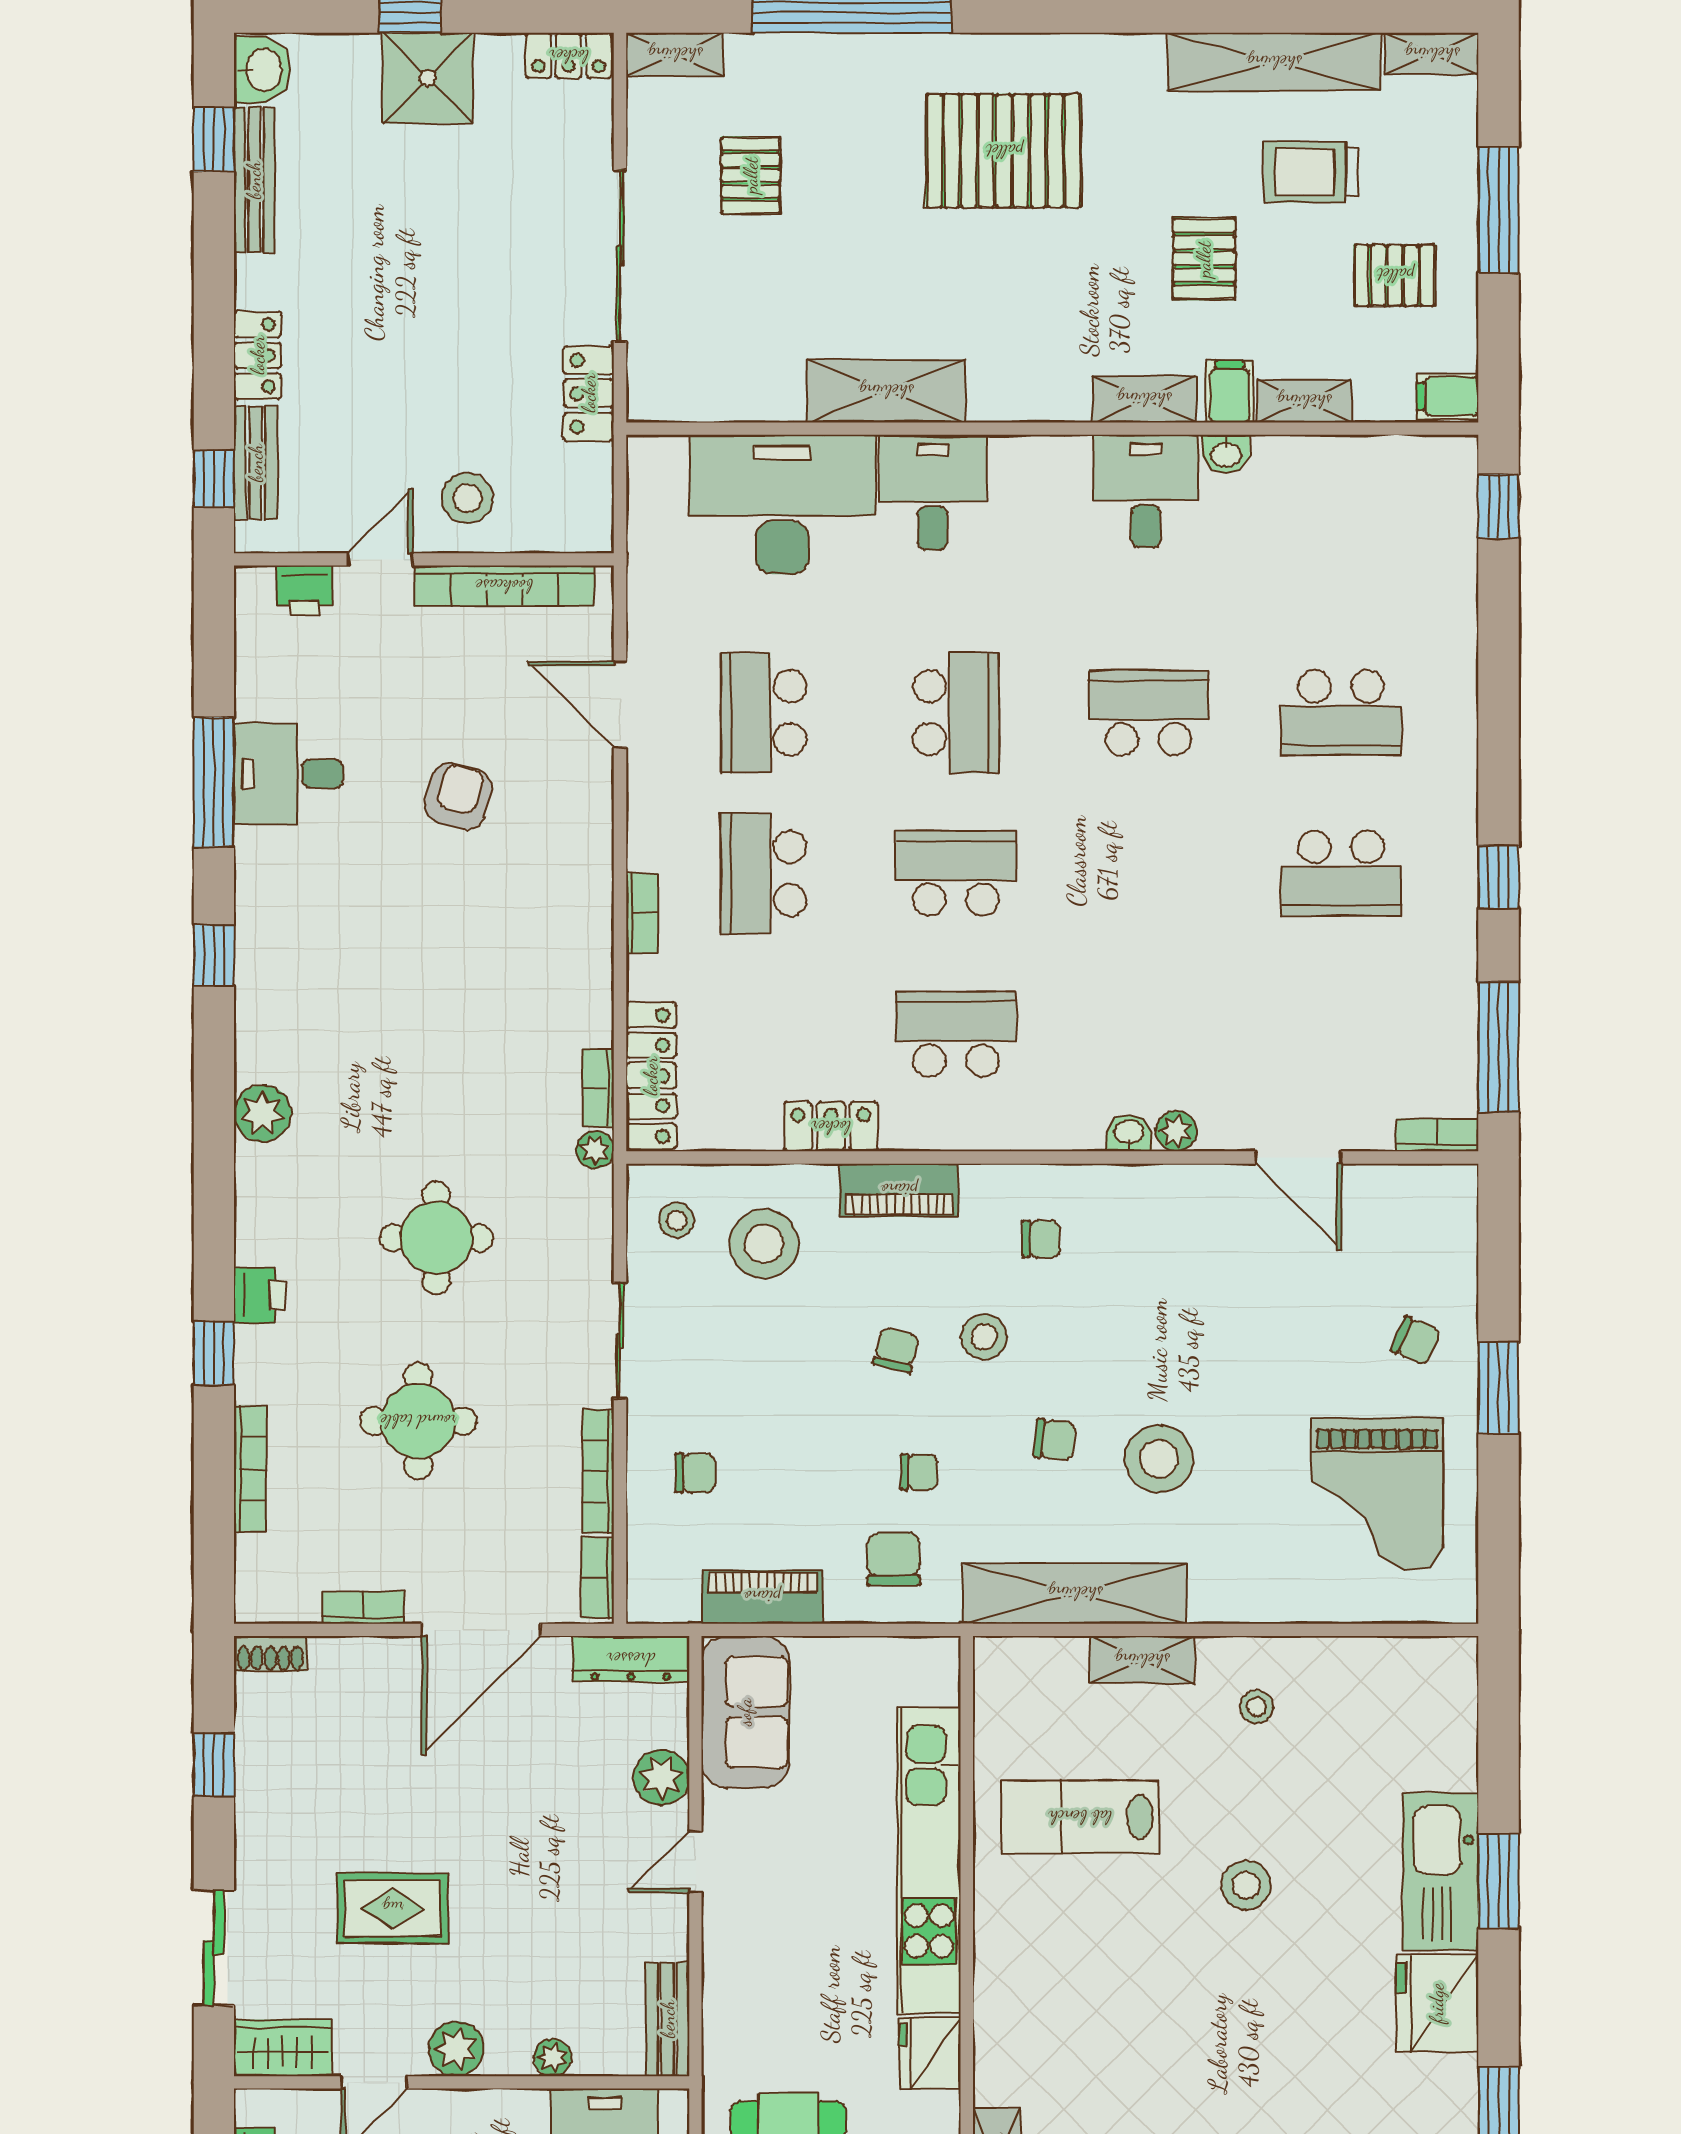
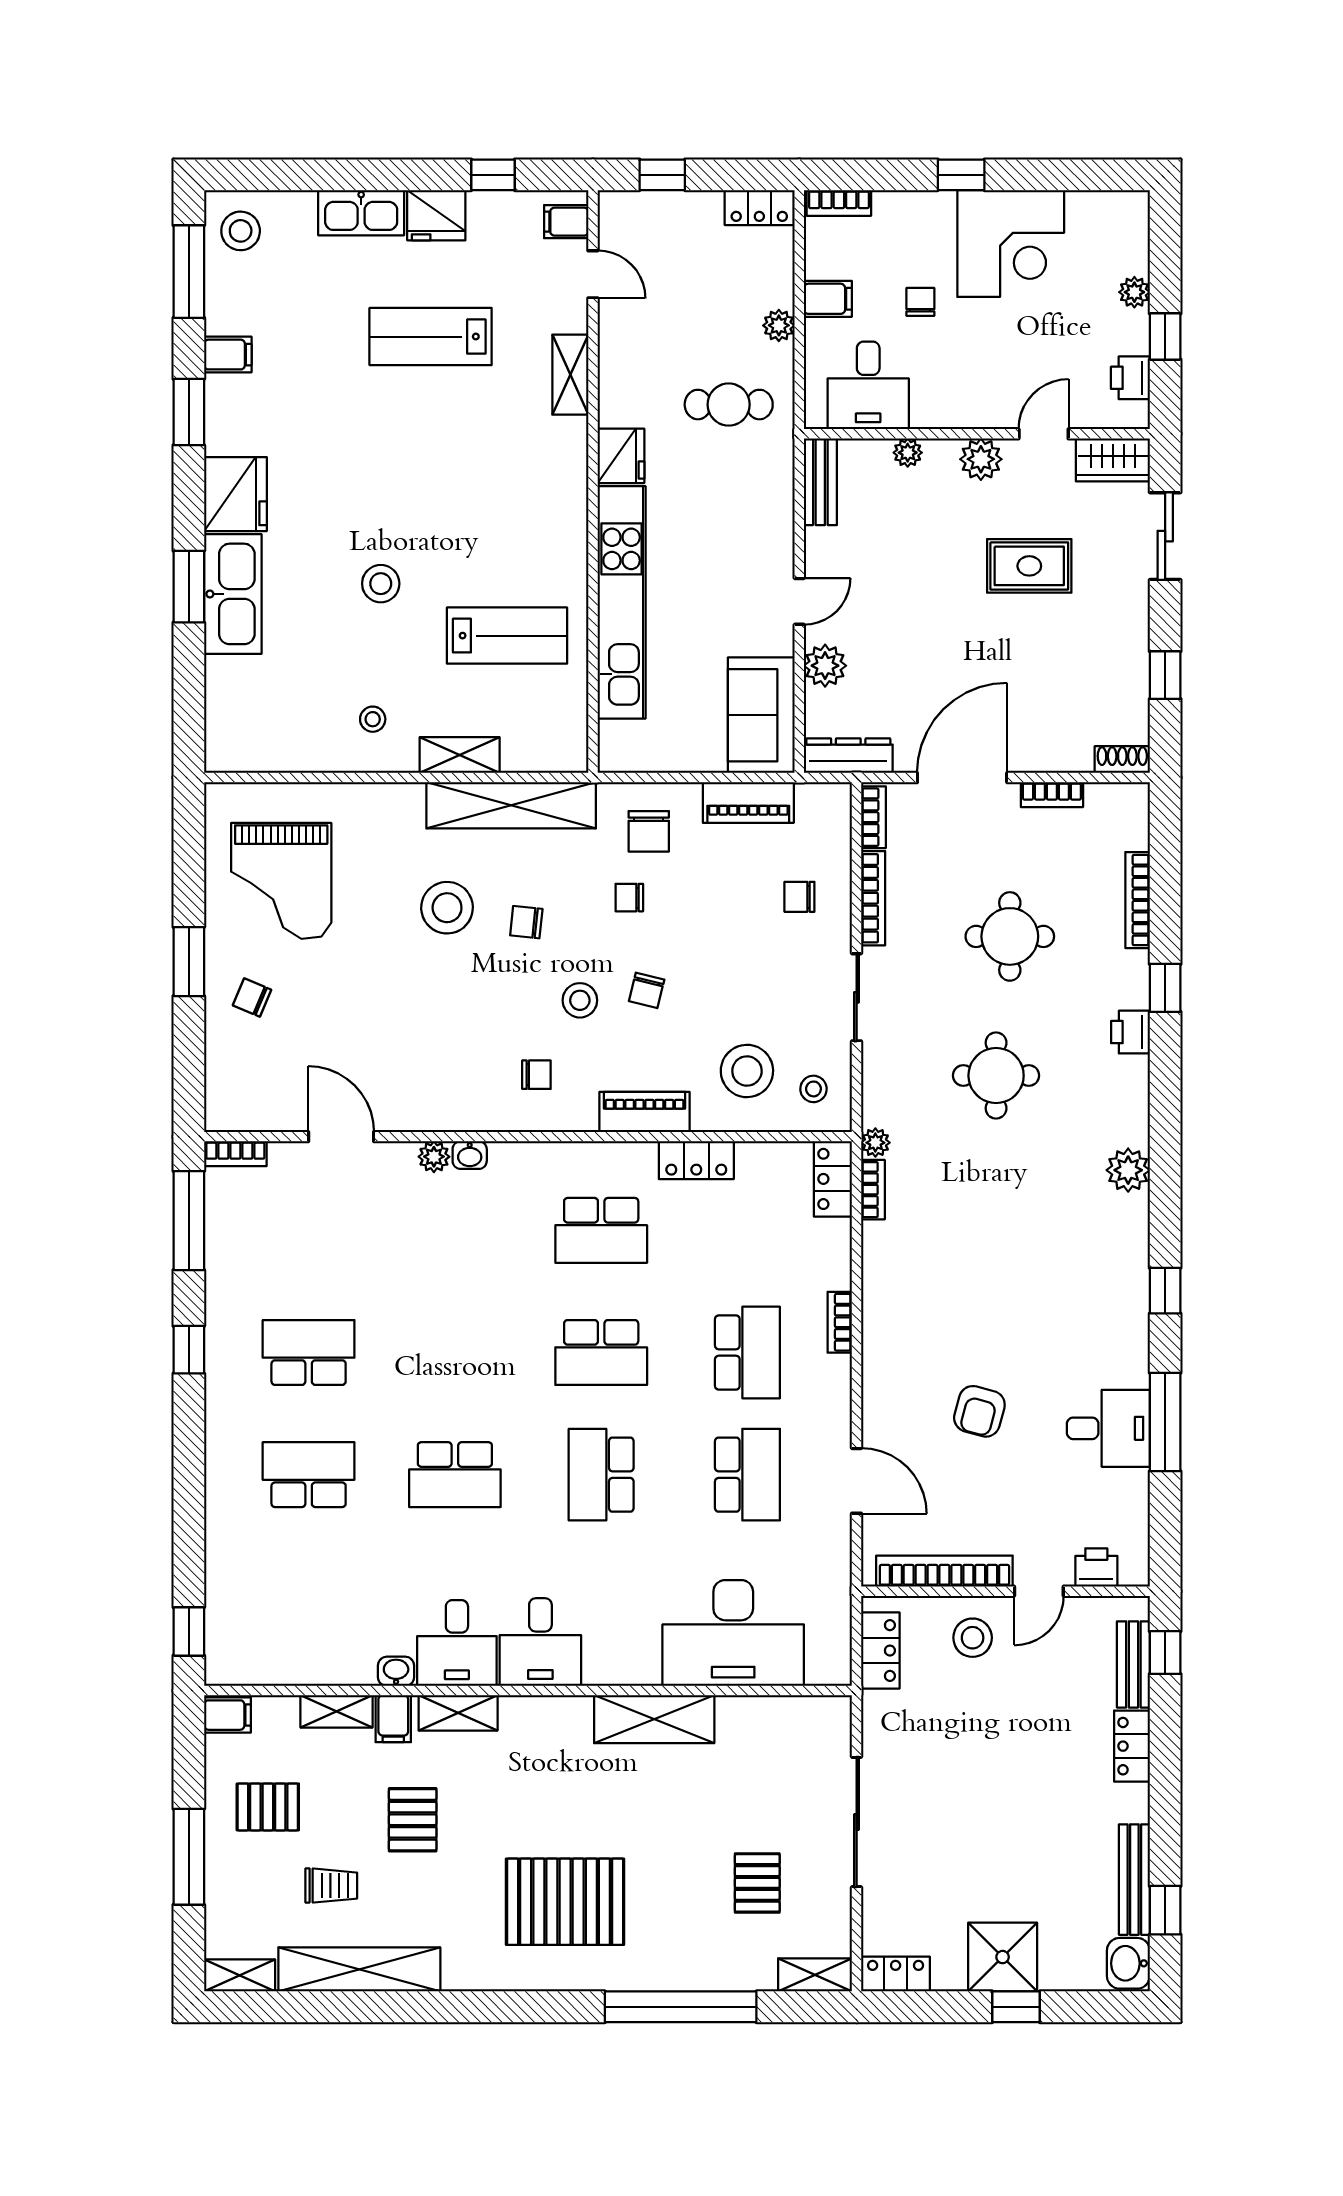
trolley: (1311, 172) -> (331, 1886), width x0.73, depth x0.72
locker: (589, 393) -> (880, 1651), moved
desk: (933, 492) -> (540, 1642), moved
locker: (651, 1076) -> (833, 1179), width x0.66
chair: (1041, 1239) -> (536, 1075), turned 180
grand piano: (1377, 1494) -> (281, 881), turned 180

